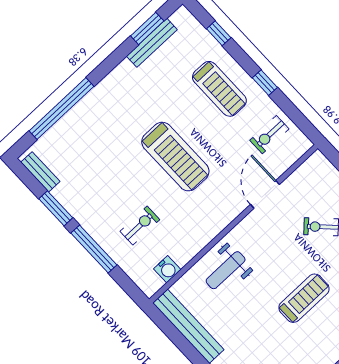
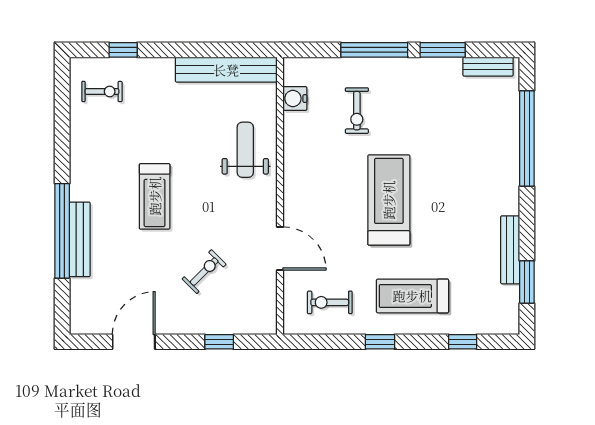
bench: (152, 43) -> (510, 250), moved
exercise bike: (269, 135) -> (330, 302), turned -90
treadmill: (175, 157) -> (389, 200), turned 90

